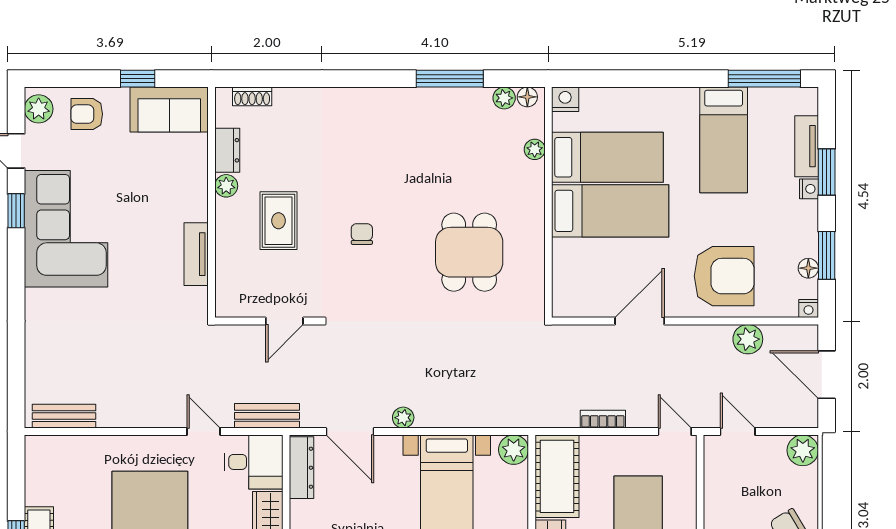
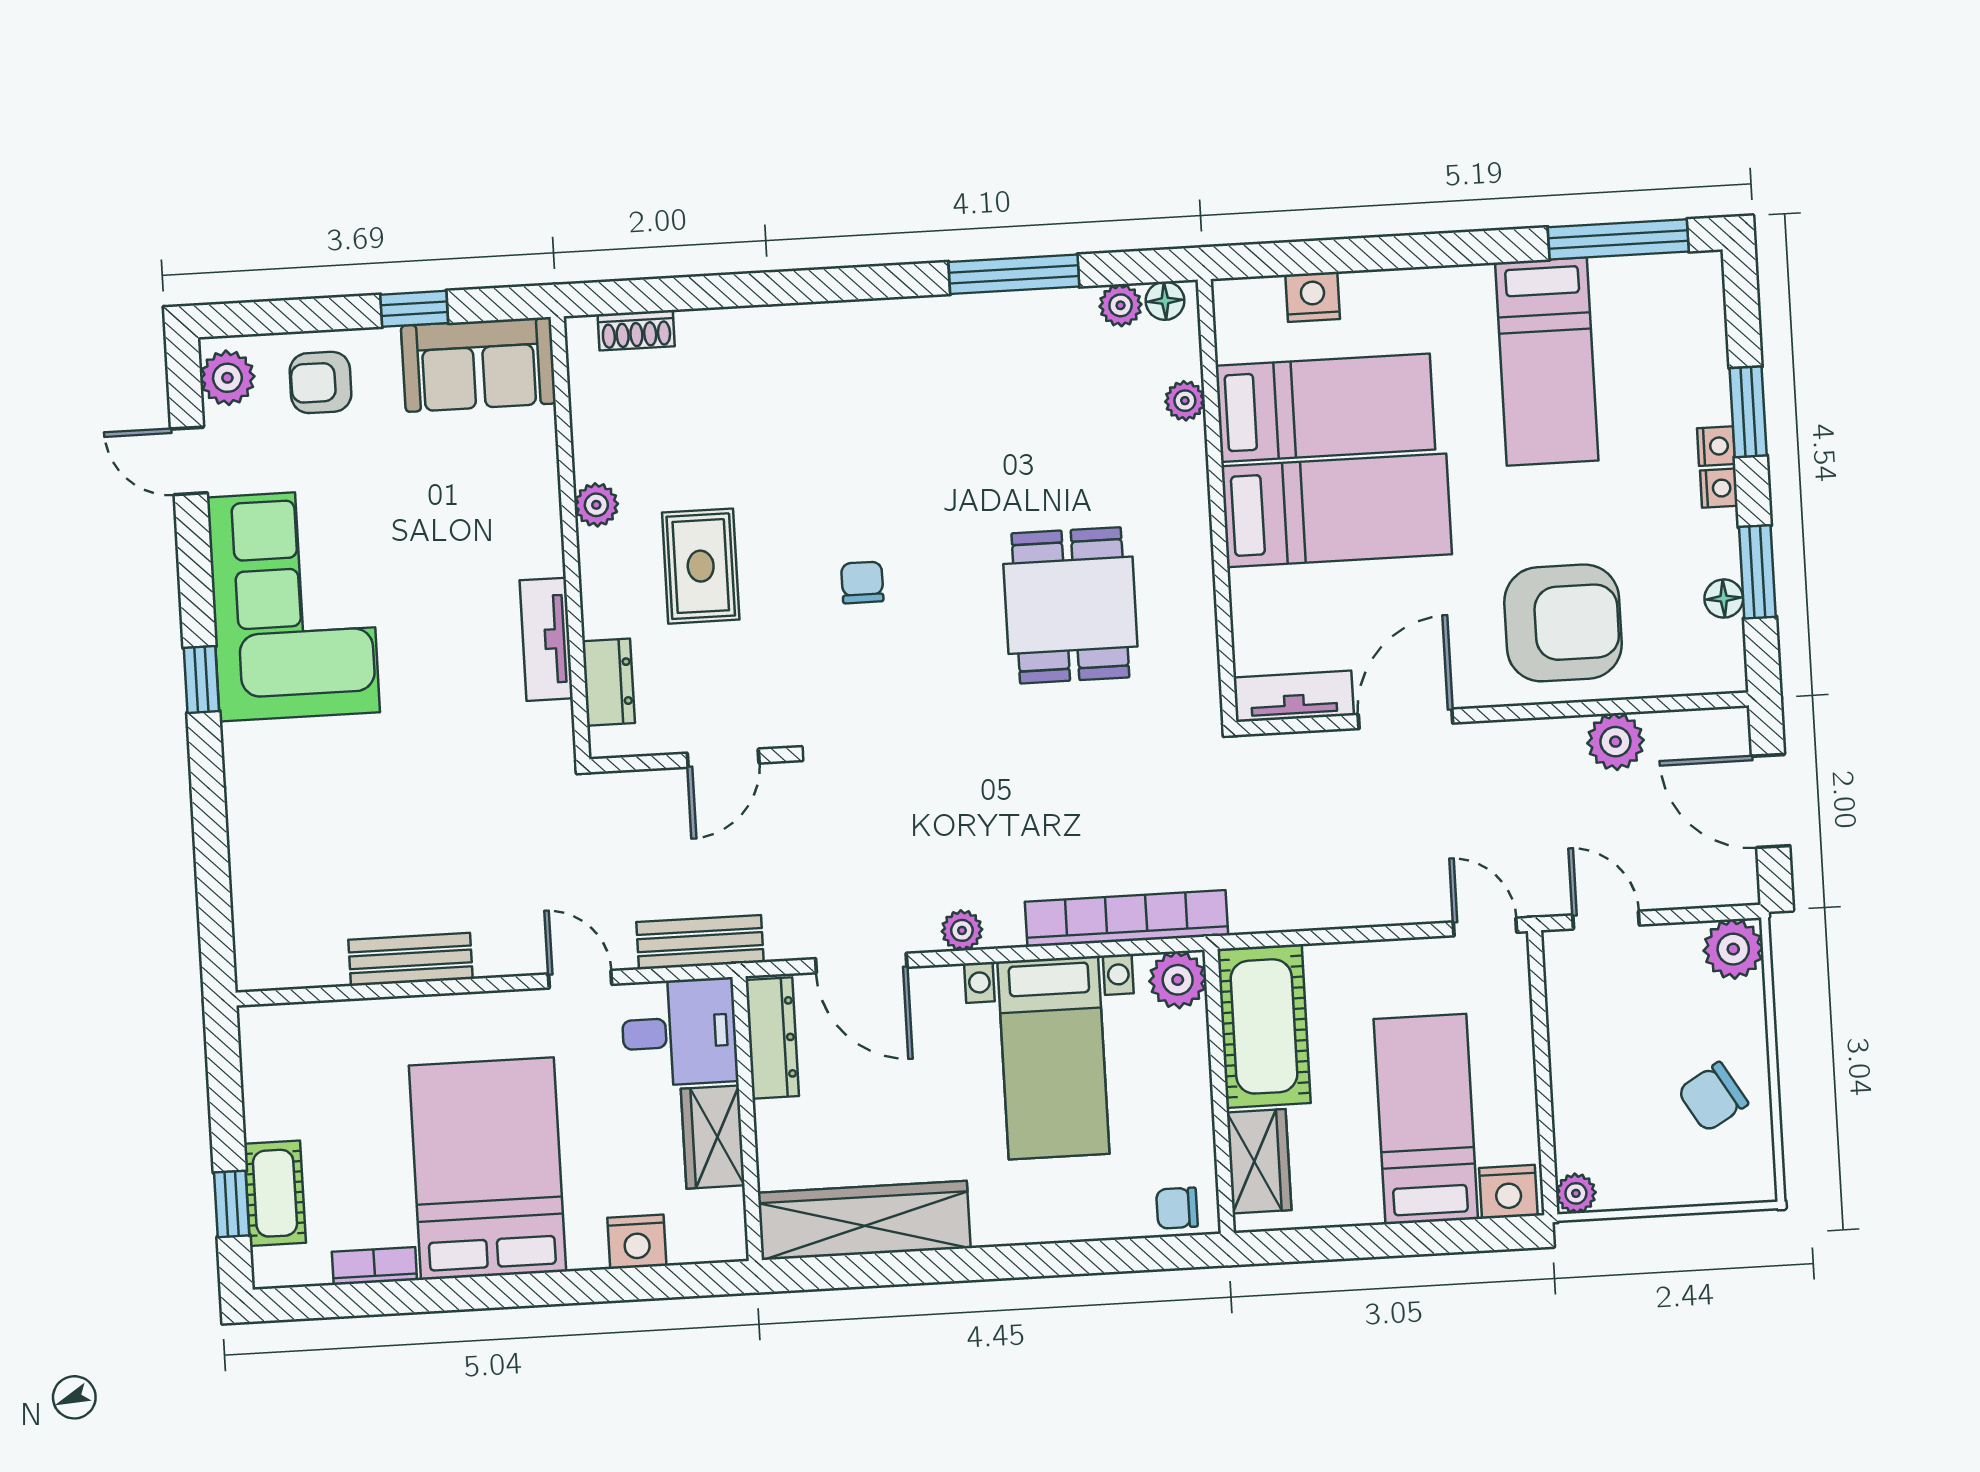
nightstand: (565, 99) -> (1313, 297), moved
tv unit: (807, 146) -> (1294, 696), moved, turned 90
dresser: (227, 150) -> (609, 682), moved
window: (16, 211) -> (201, 680), moved
nightstand: (809, 309) -> (1719, 488), moved, turned -90
bench: (64, 416) -> (410, 959), moved
bookcase: (603, 419) -> (1127, 918), moved, width x2.31, depth x1.31

